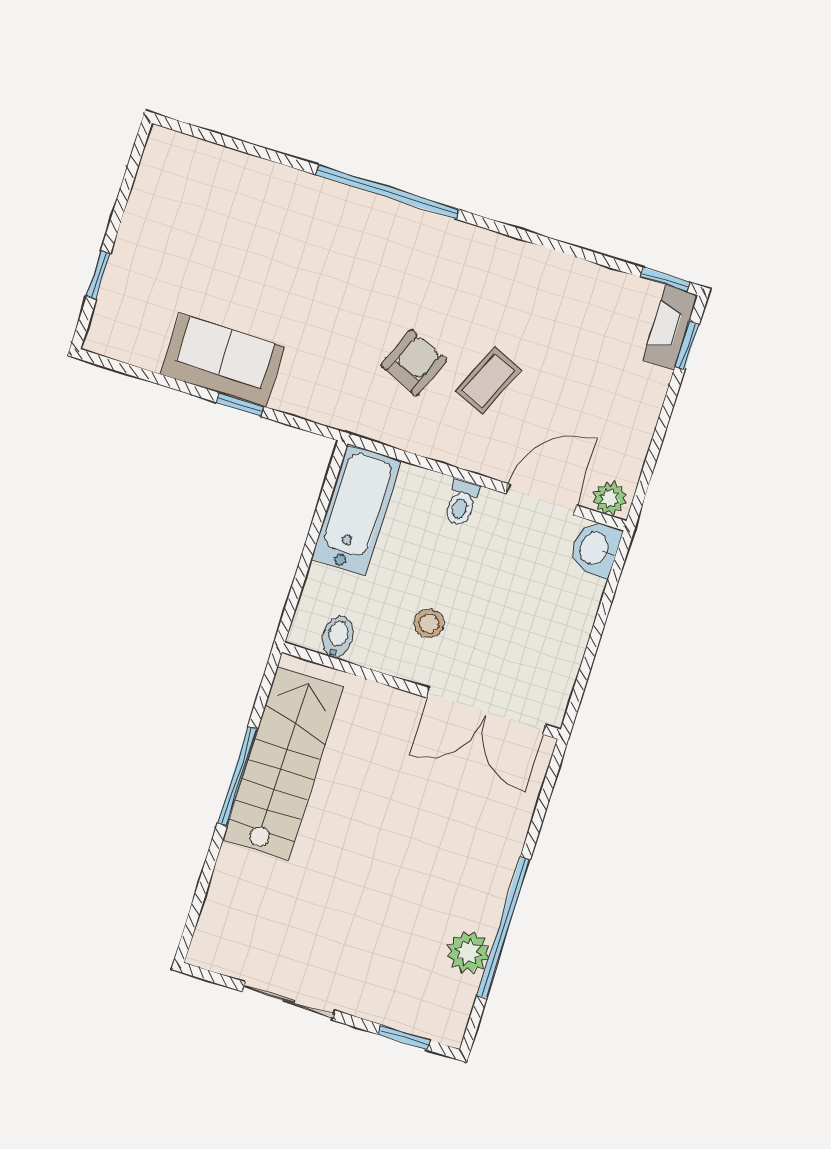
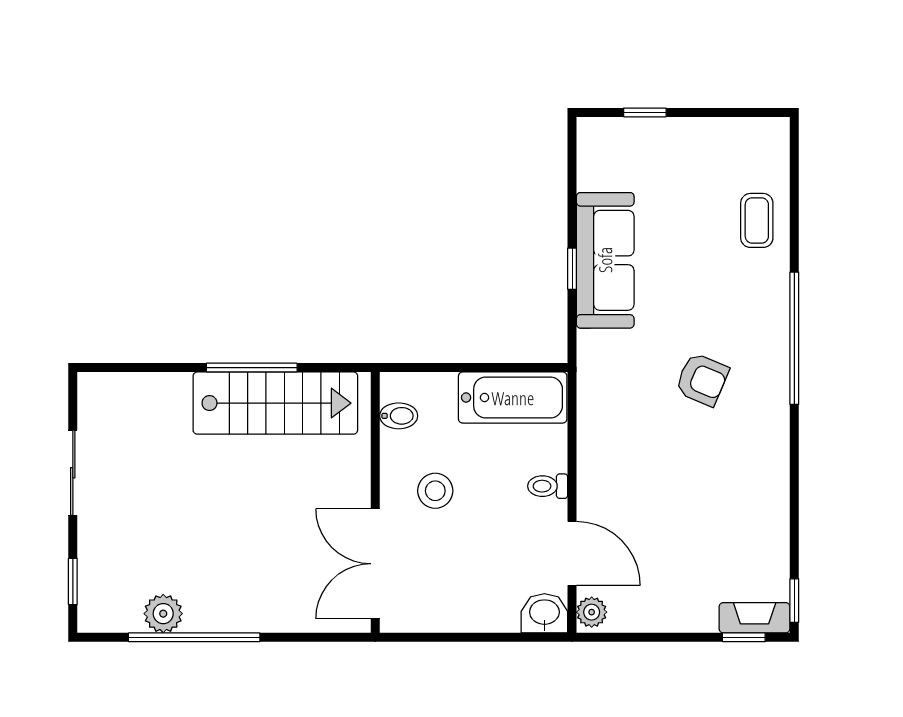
sofa: (223, 360) -> (605, 260), width x1.36
armchair: (414, 363) -> (702, 379), moved
coffee table: (489, 381) -> (757, 220), moved, turned 66
stool: (429, 623) -> (435, 491), width x1.37, depth x1.37

